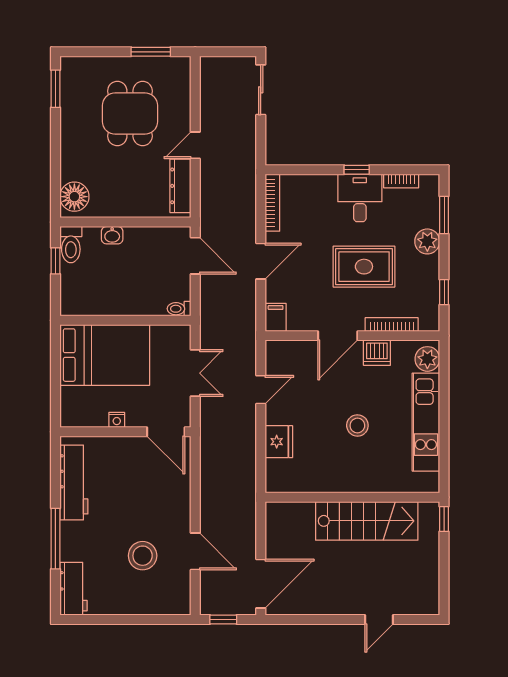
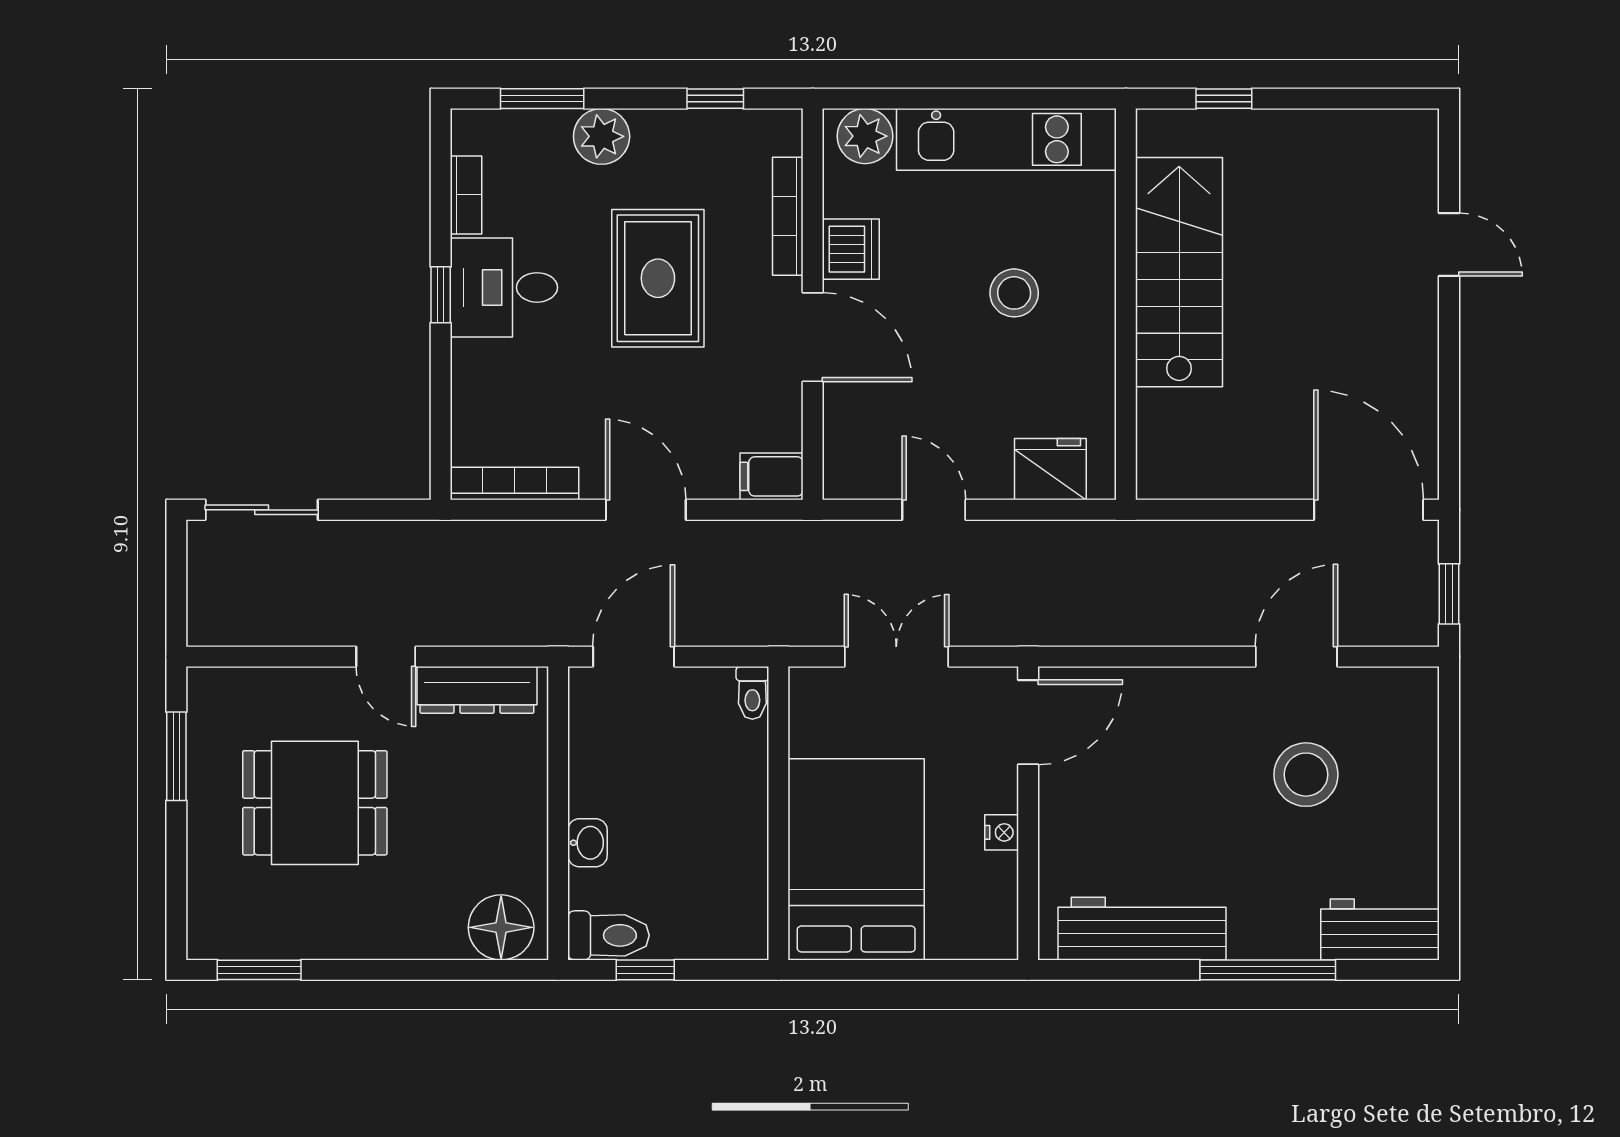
wall: (352, 497) -> (1126, 304), moved
stairs: (367, 521) -> (1179, 272), moved

